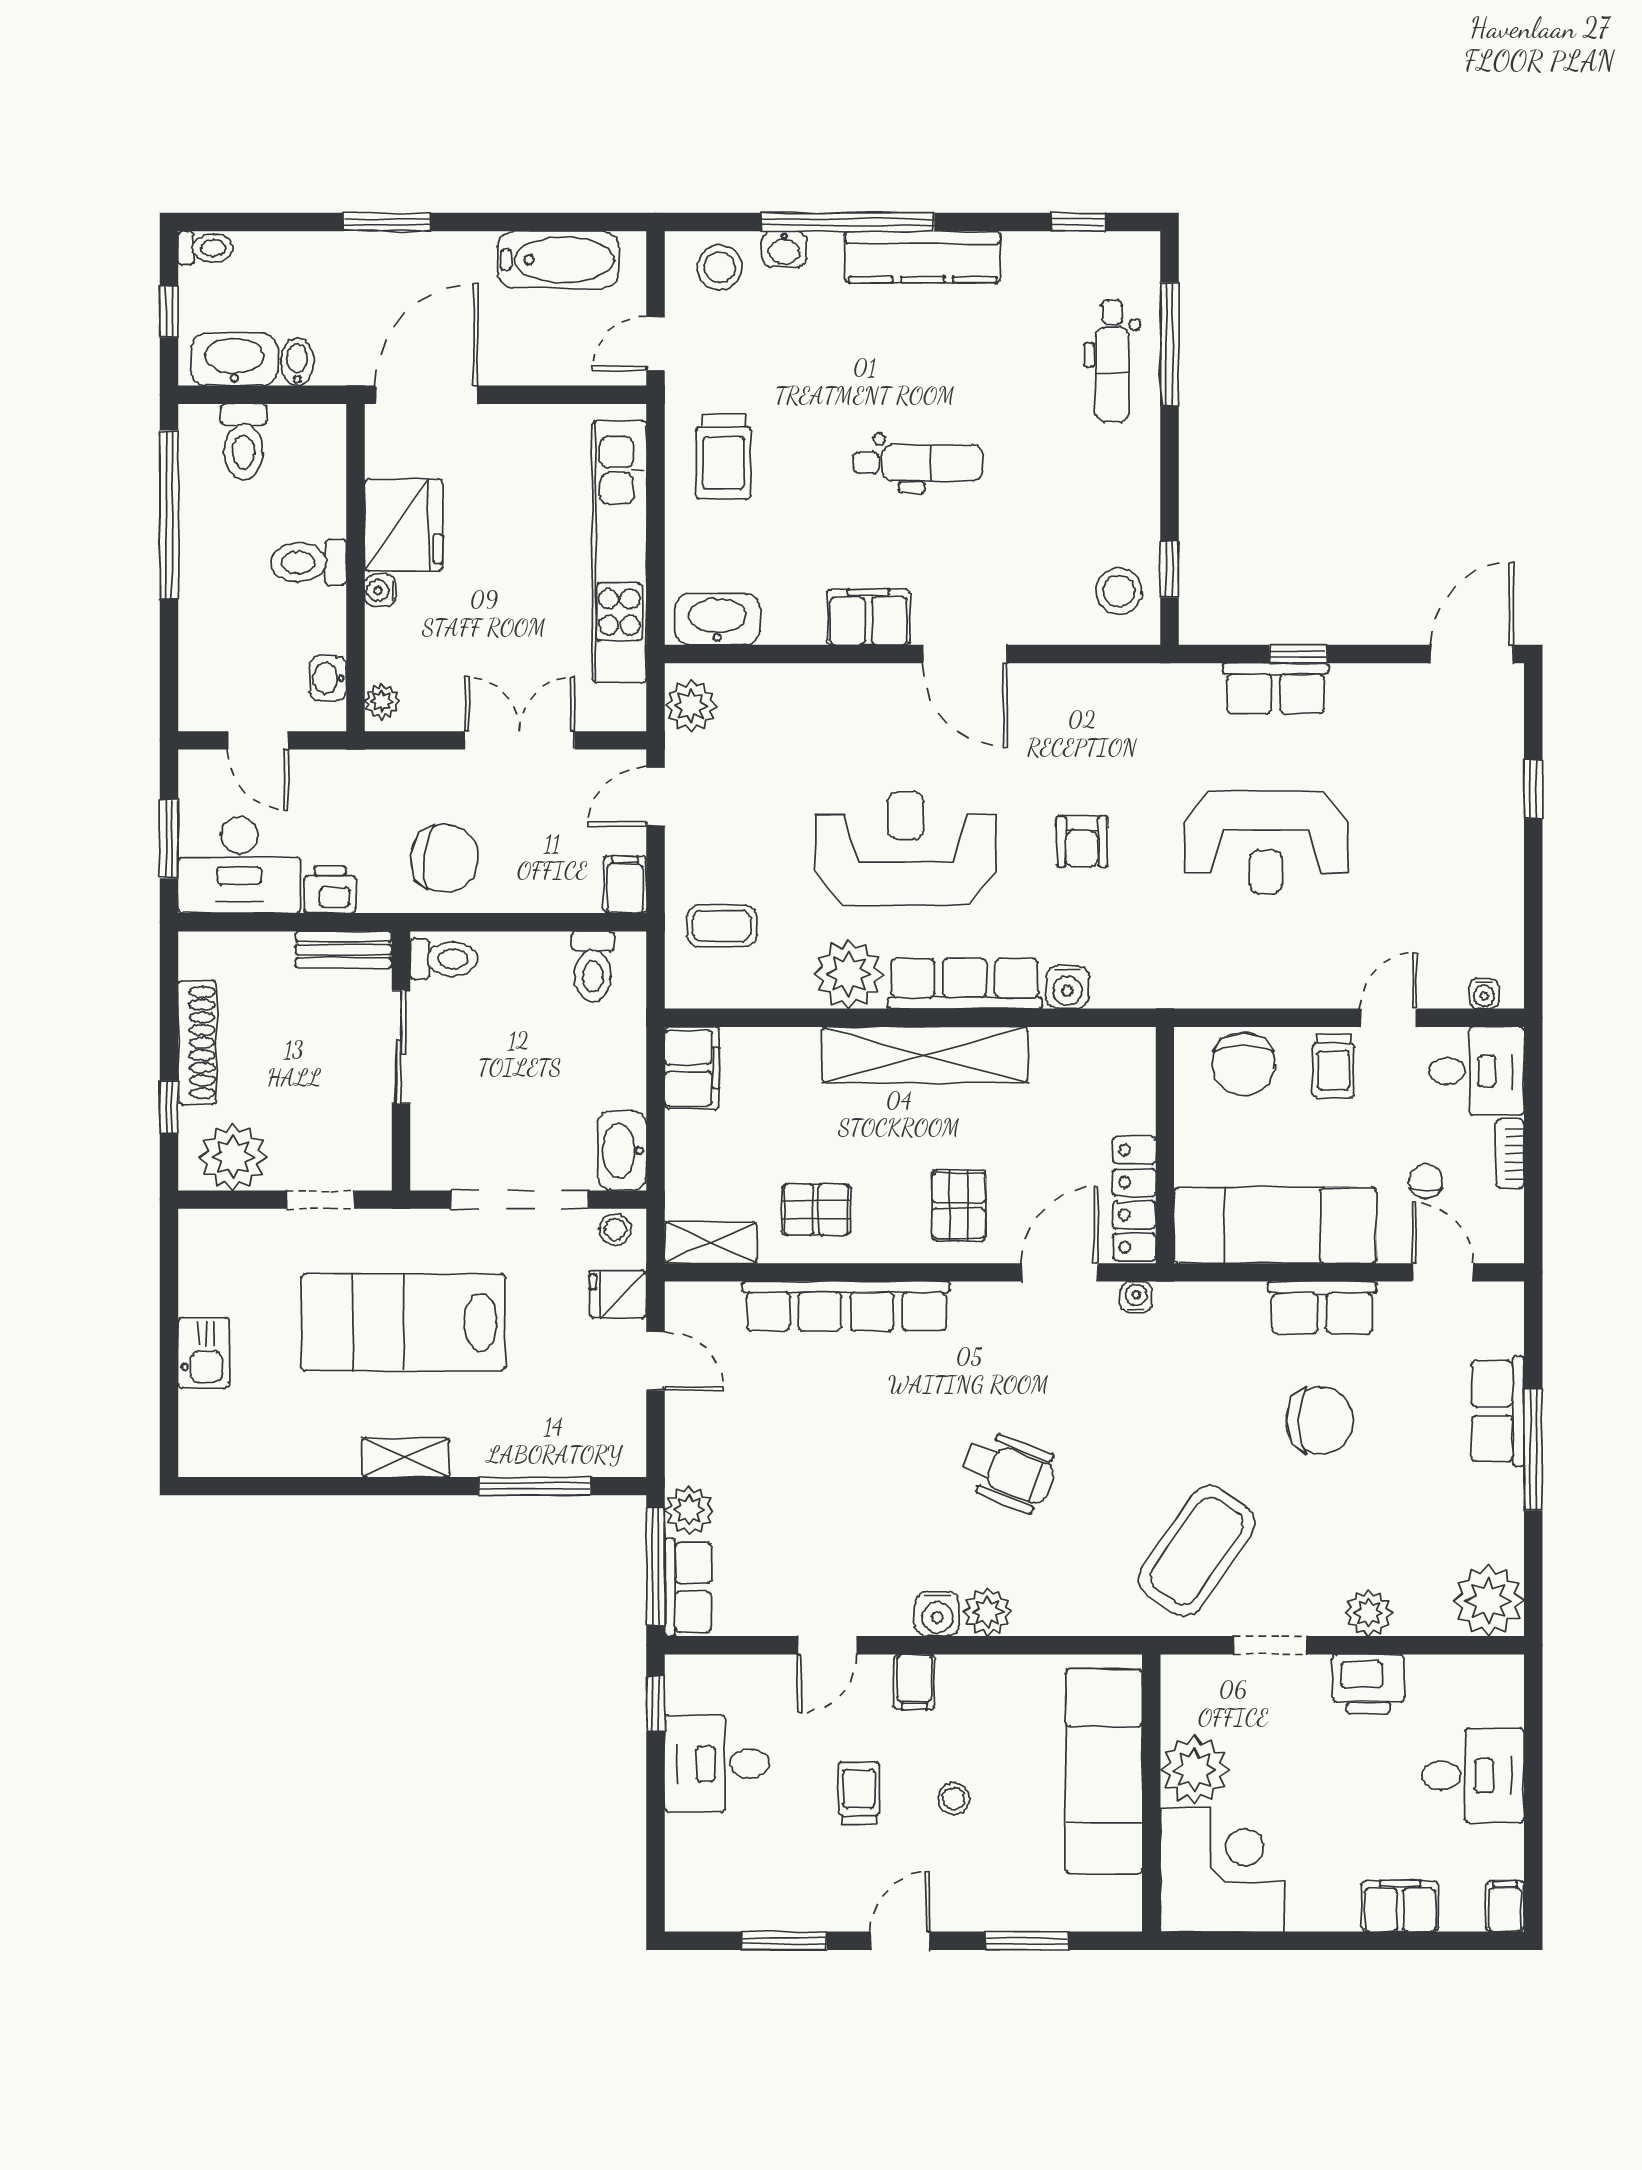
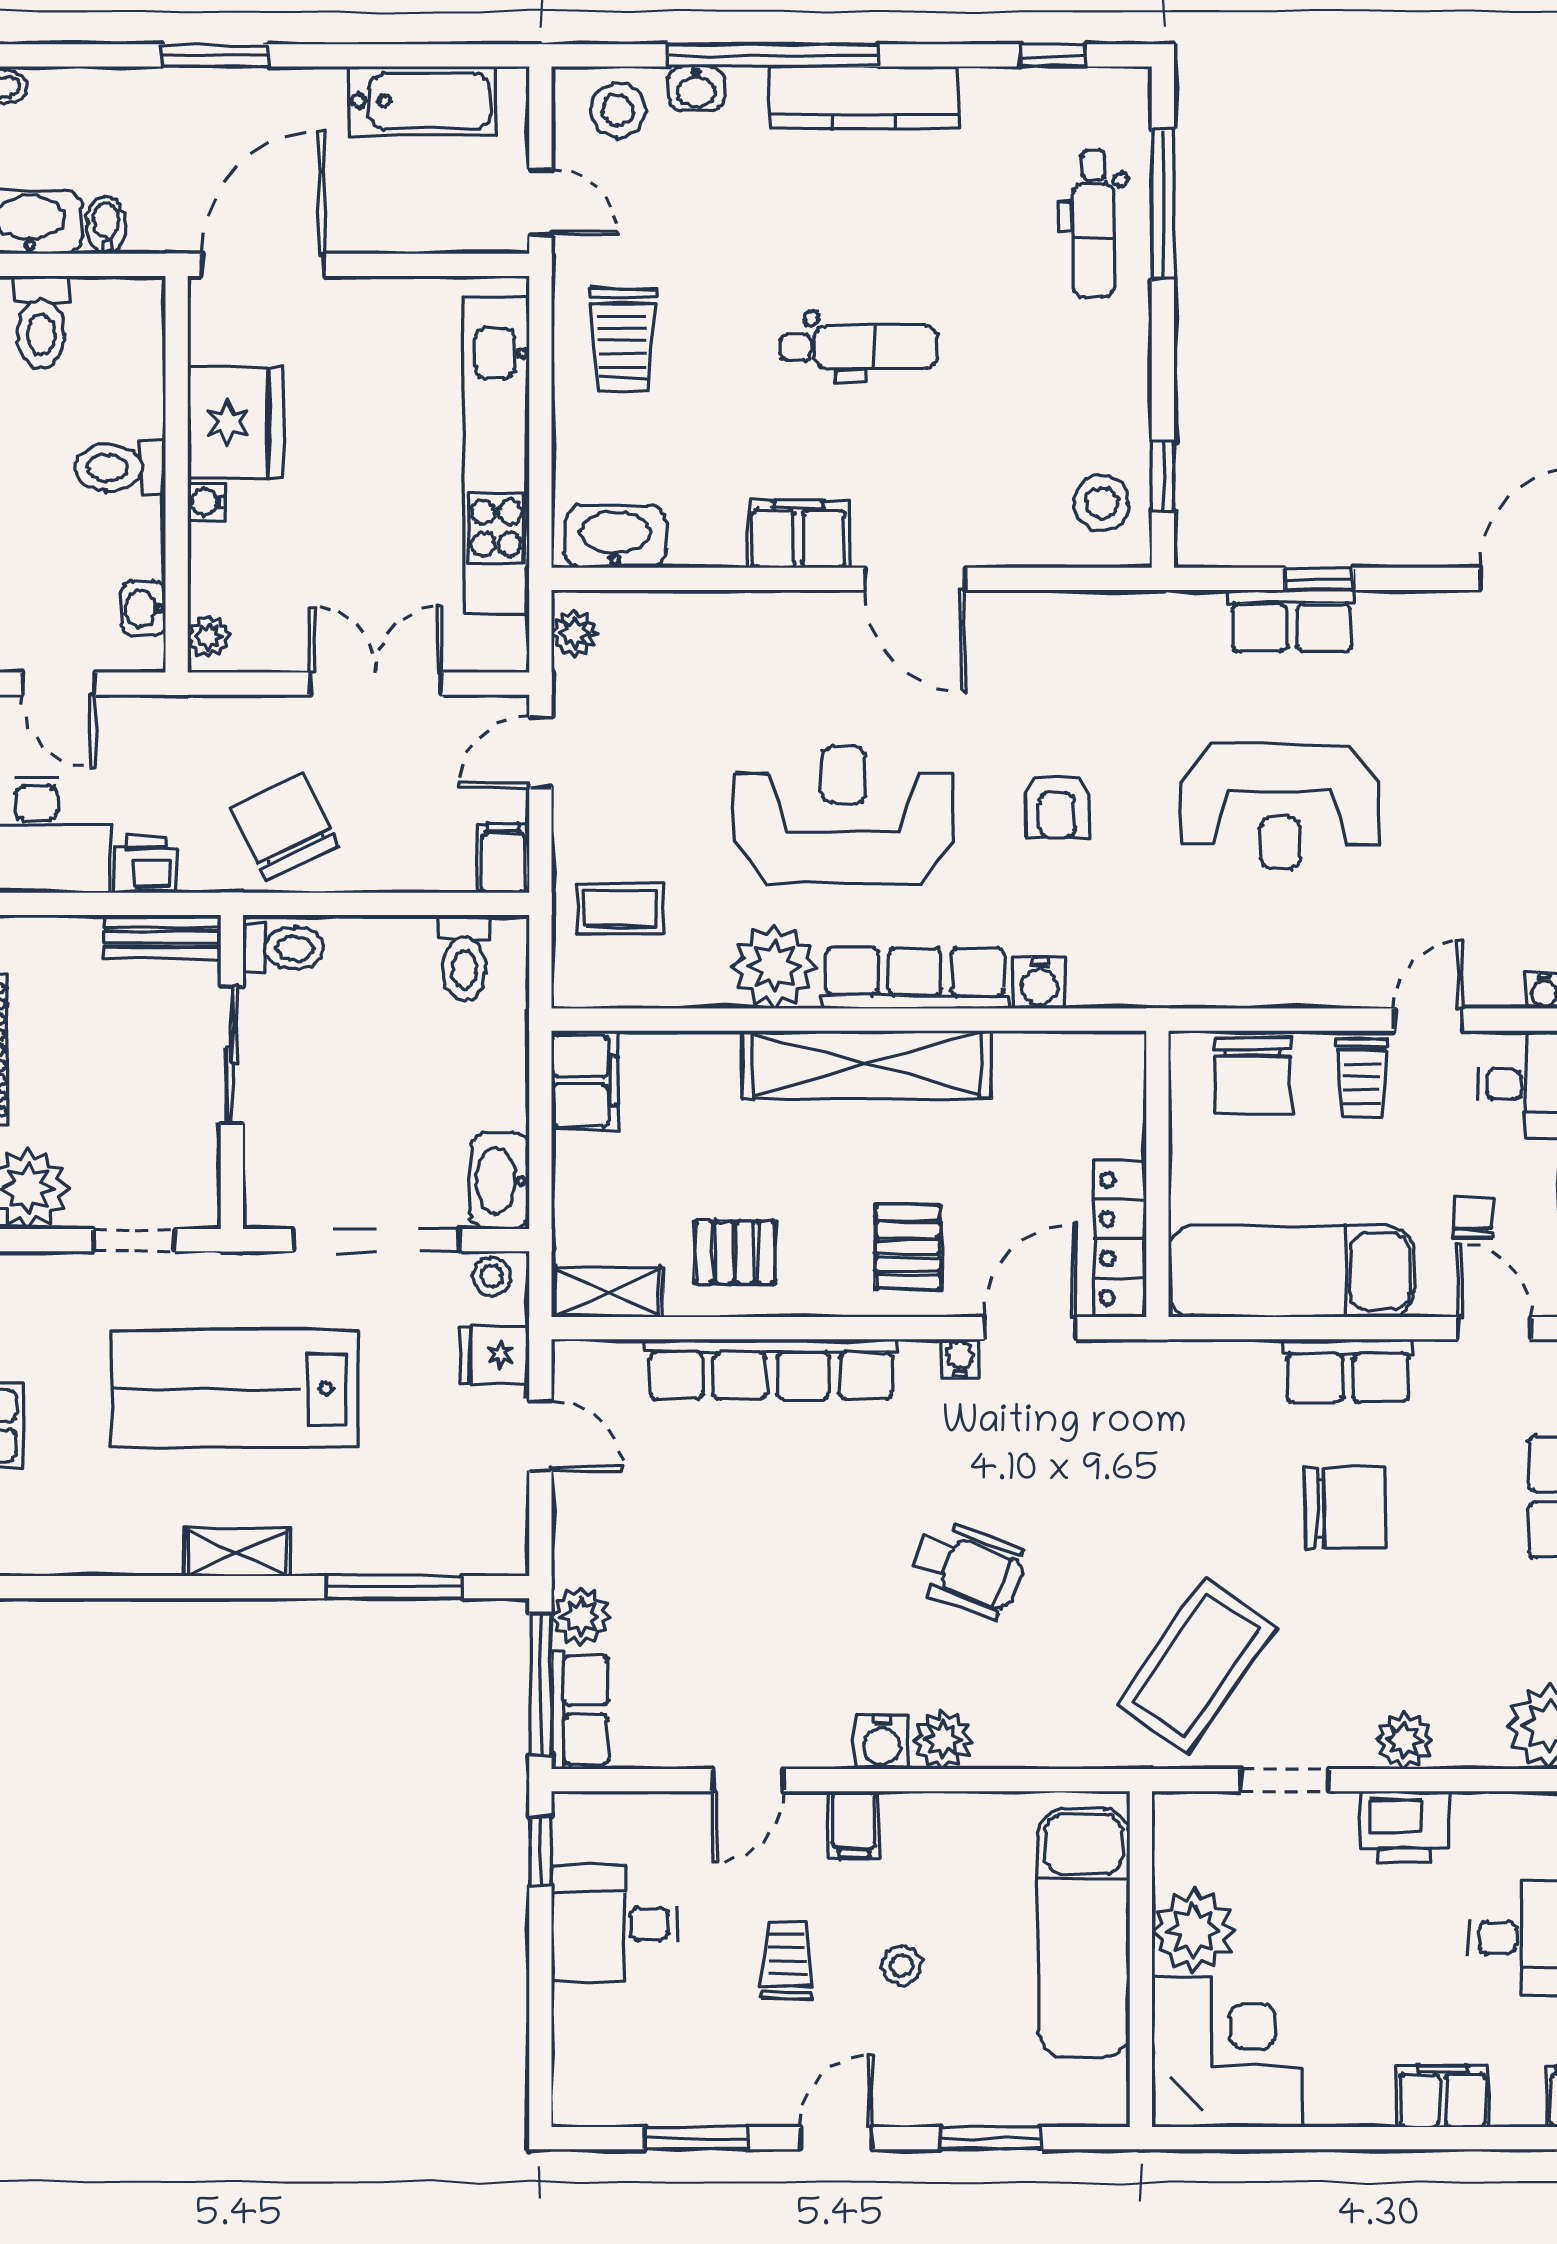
door: (656, 343) -> (540, 203), swing flipped
plant: (691, 706) -> (575, 633), width x0.73, depth x0.73
chair: (444, 859) -> (285, 827), turned -123
water cooler: (1136, 1297) -> (960, 1358), moved

